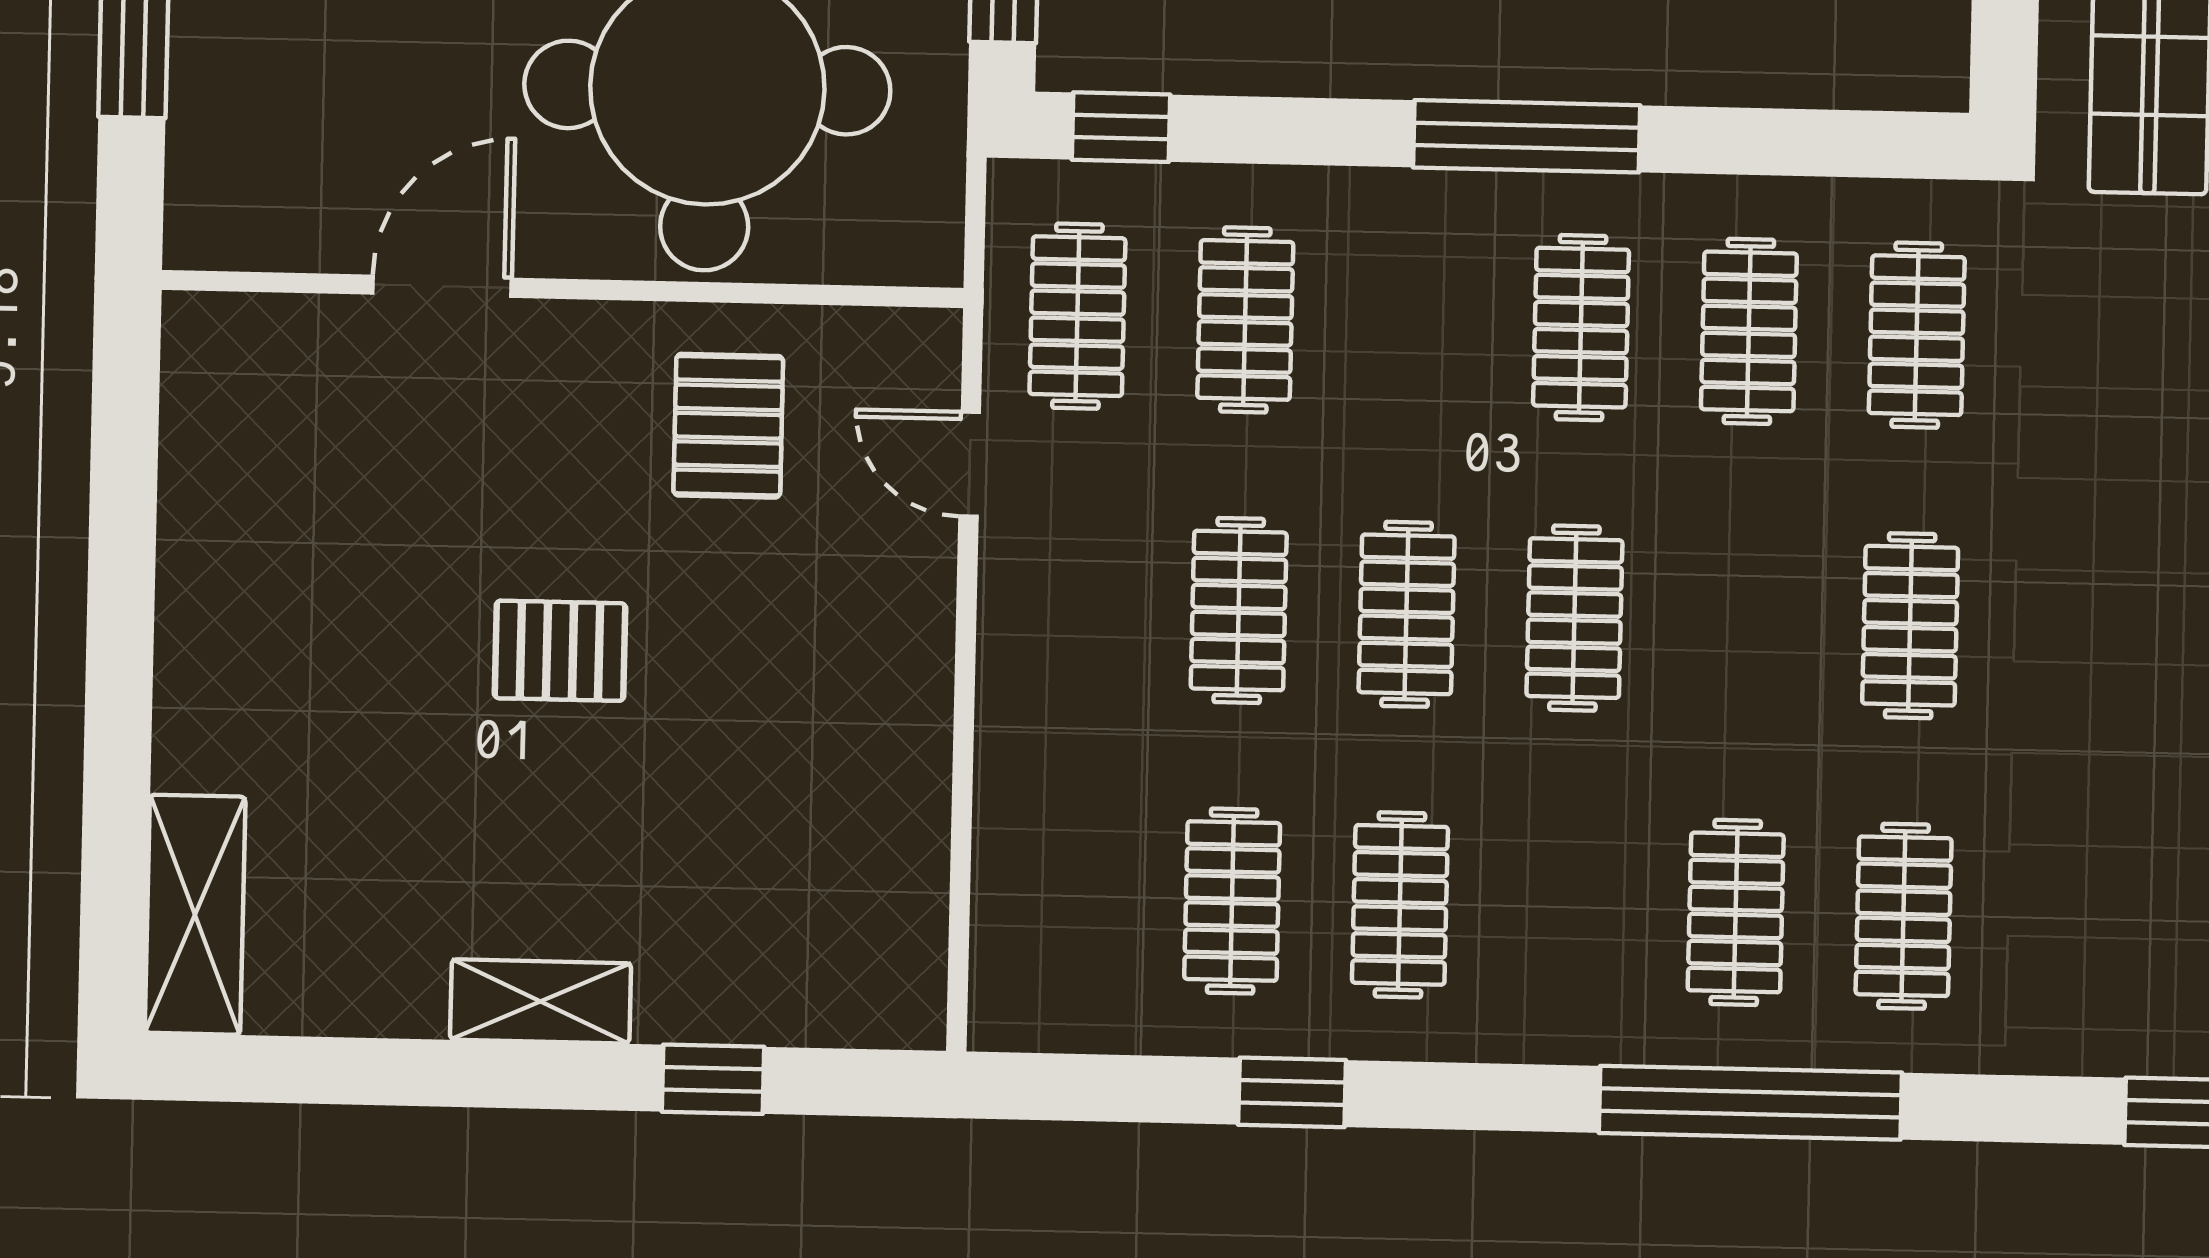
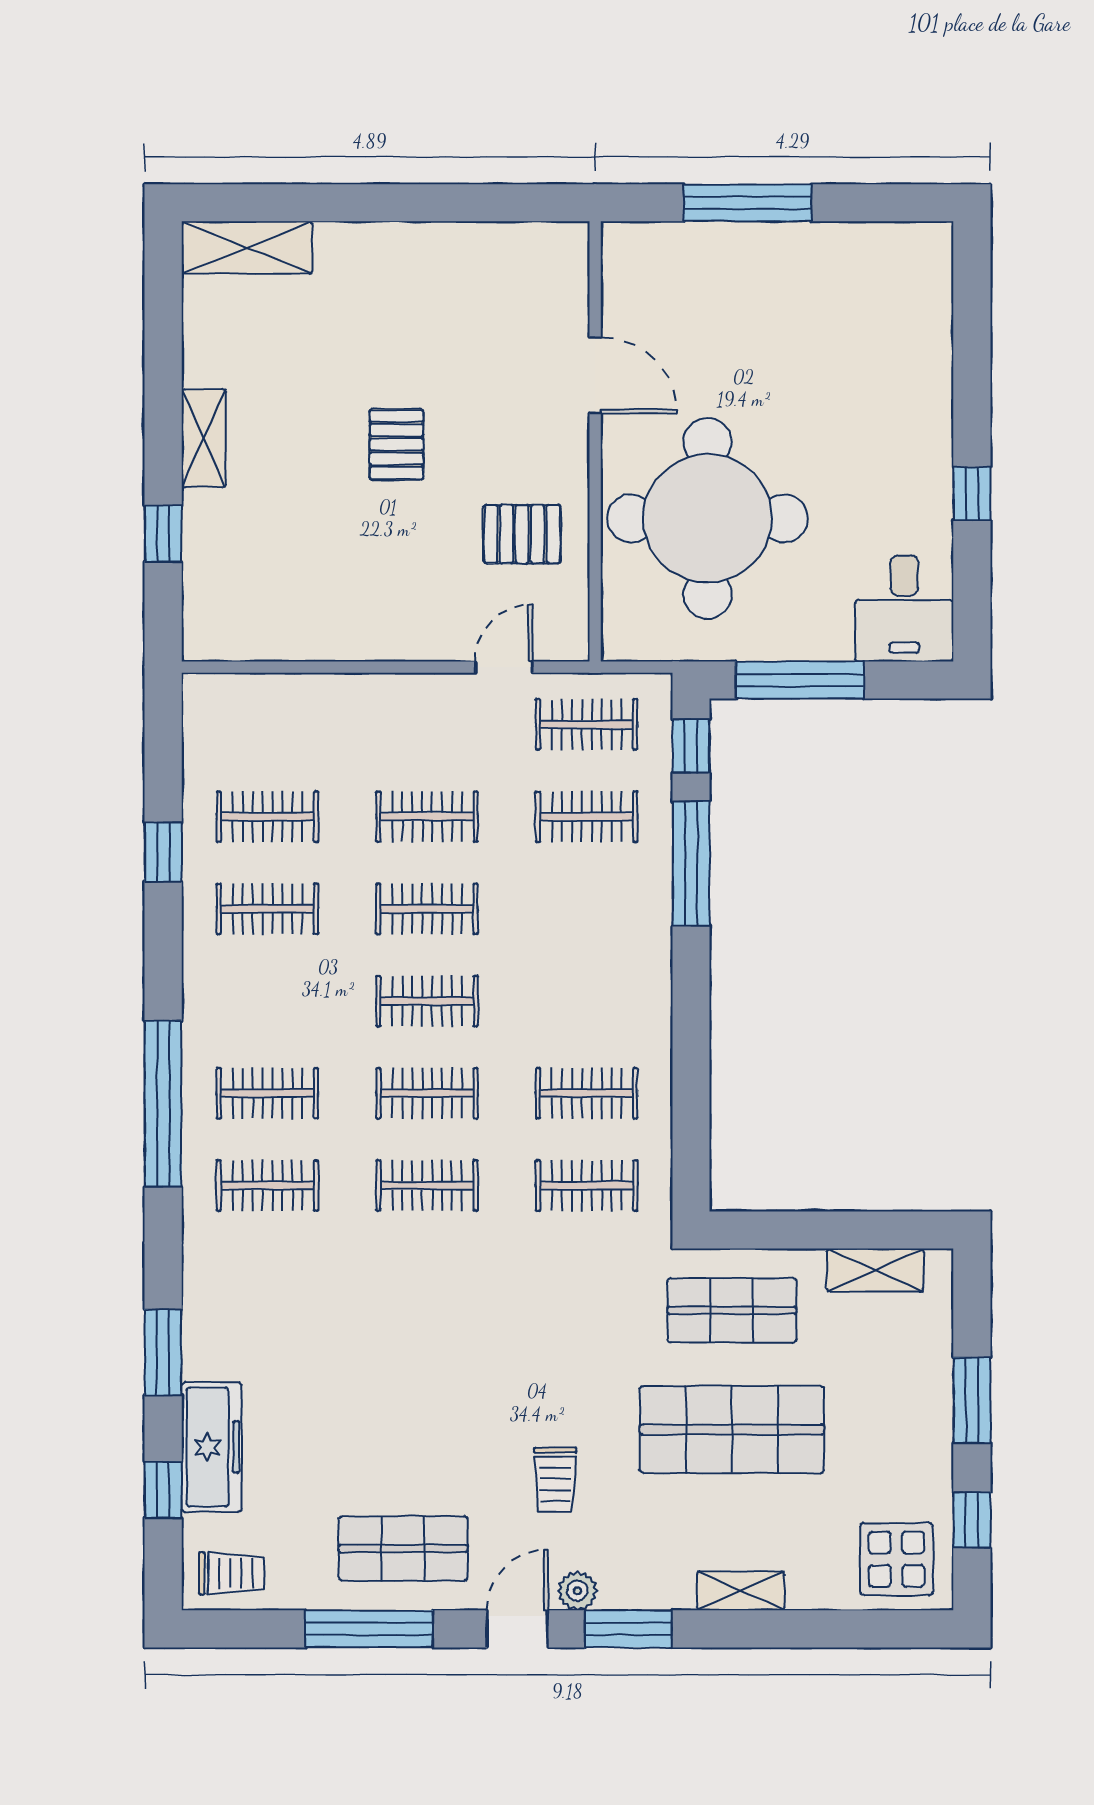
window: (1527, 136) -> (691, 863), moved
clothes rail: (1581, 328) -> (427, 1093), moved

